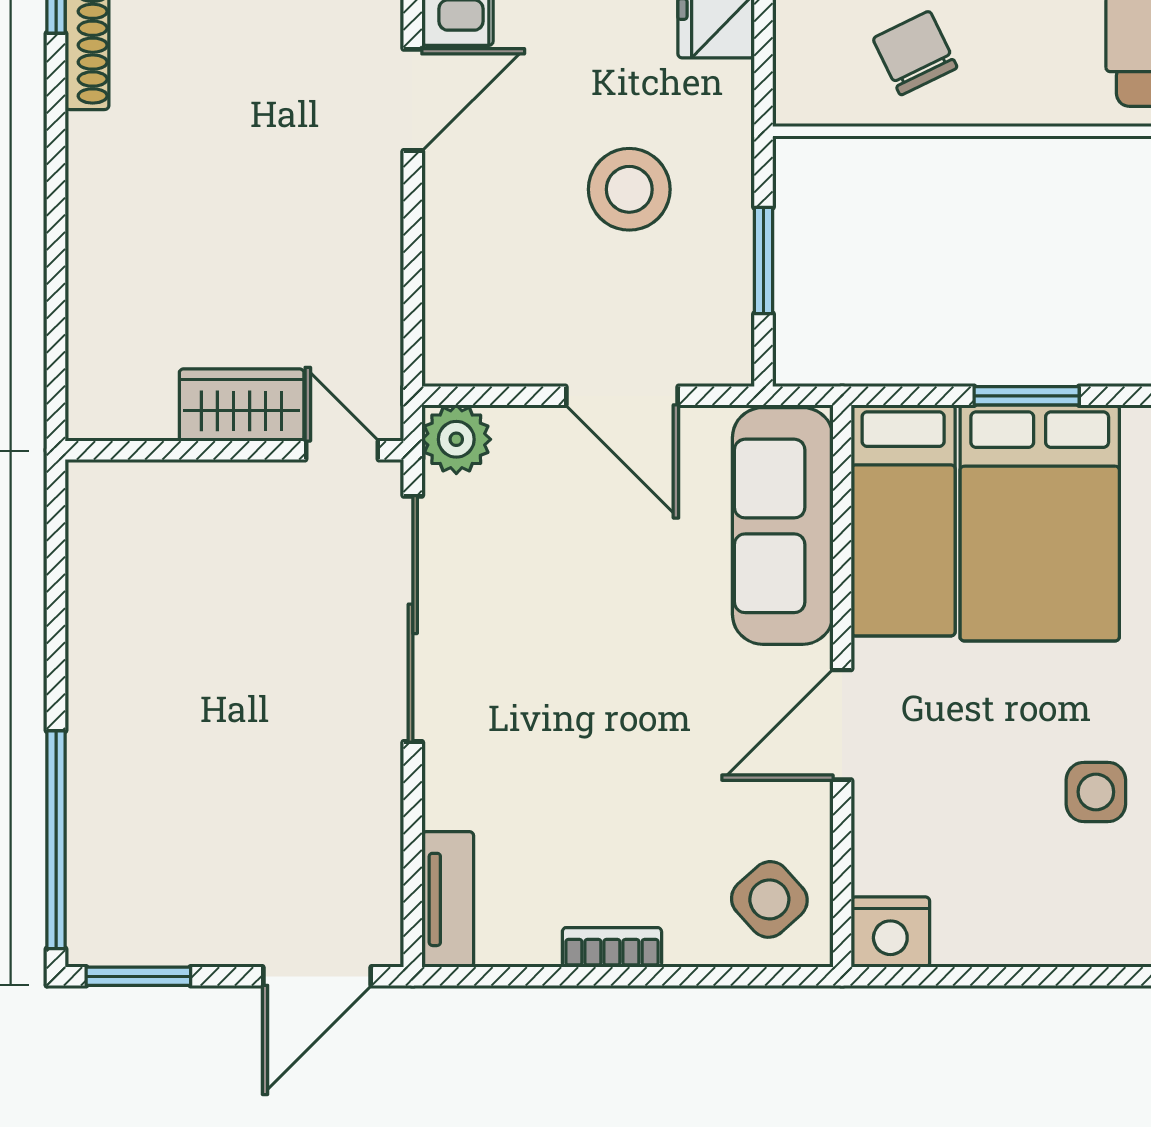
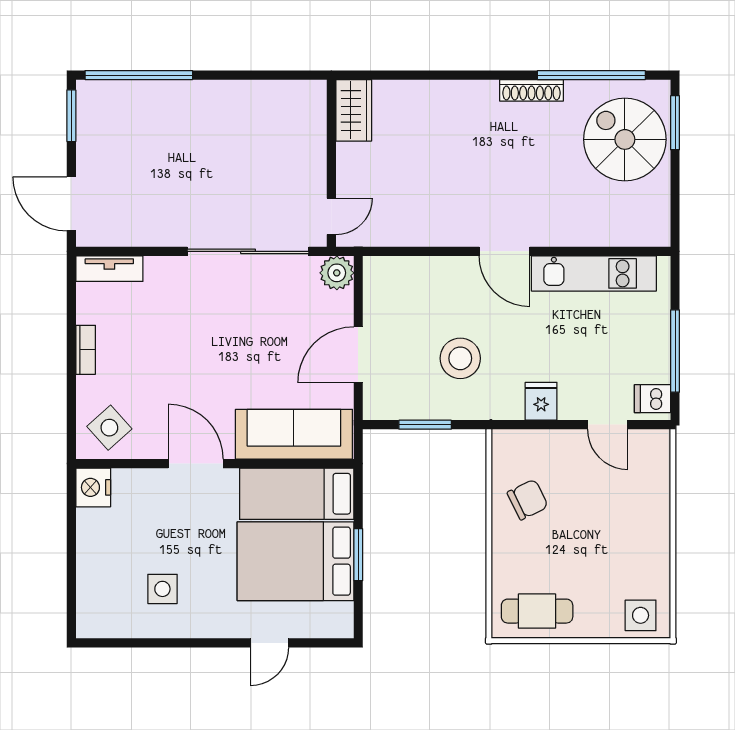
wardrobe: (242, 405) -> (354, 110), moved

